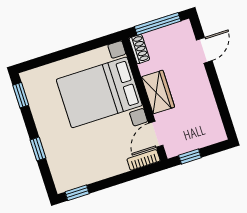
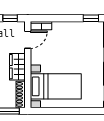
shoe rack: (139, 49) -> (21, 94), width x1.43
bed with nightstands: (99, 92) -> (56, 86), width x0.73

